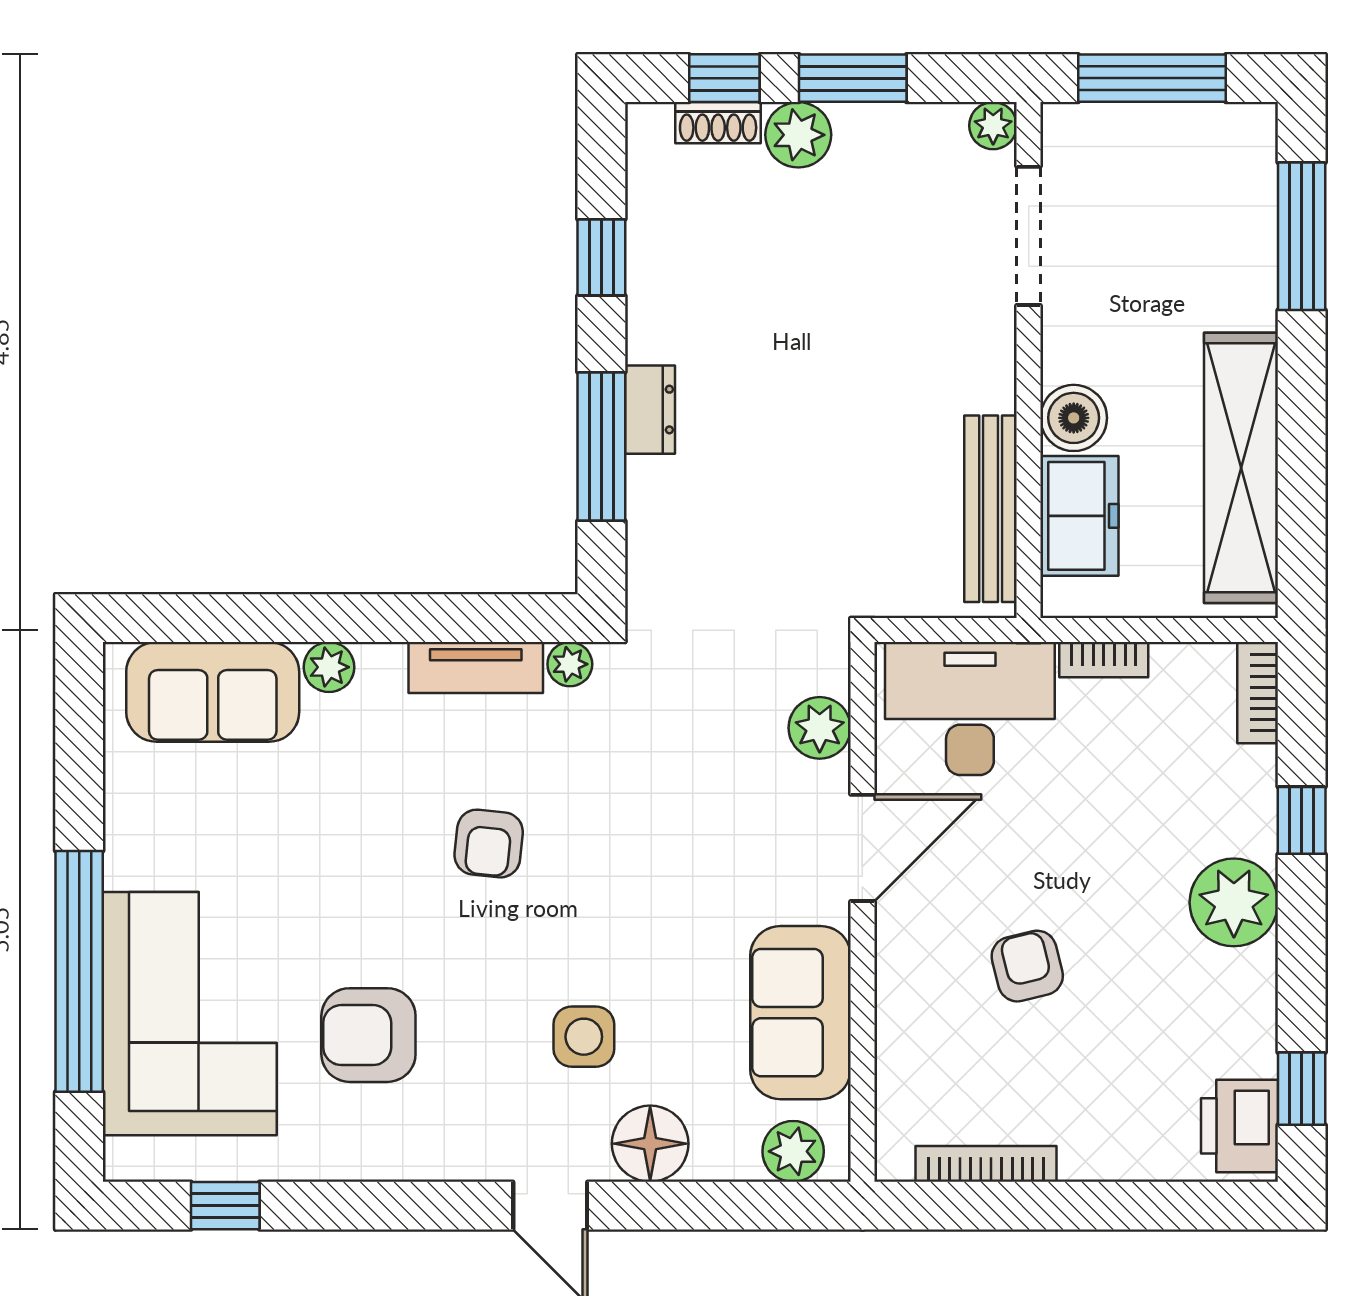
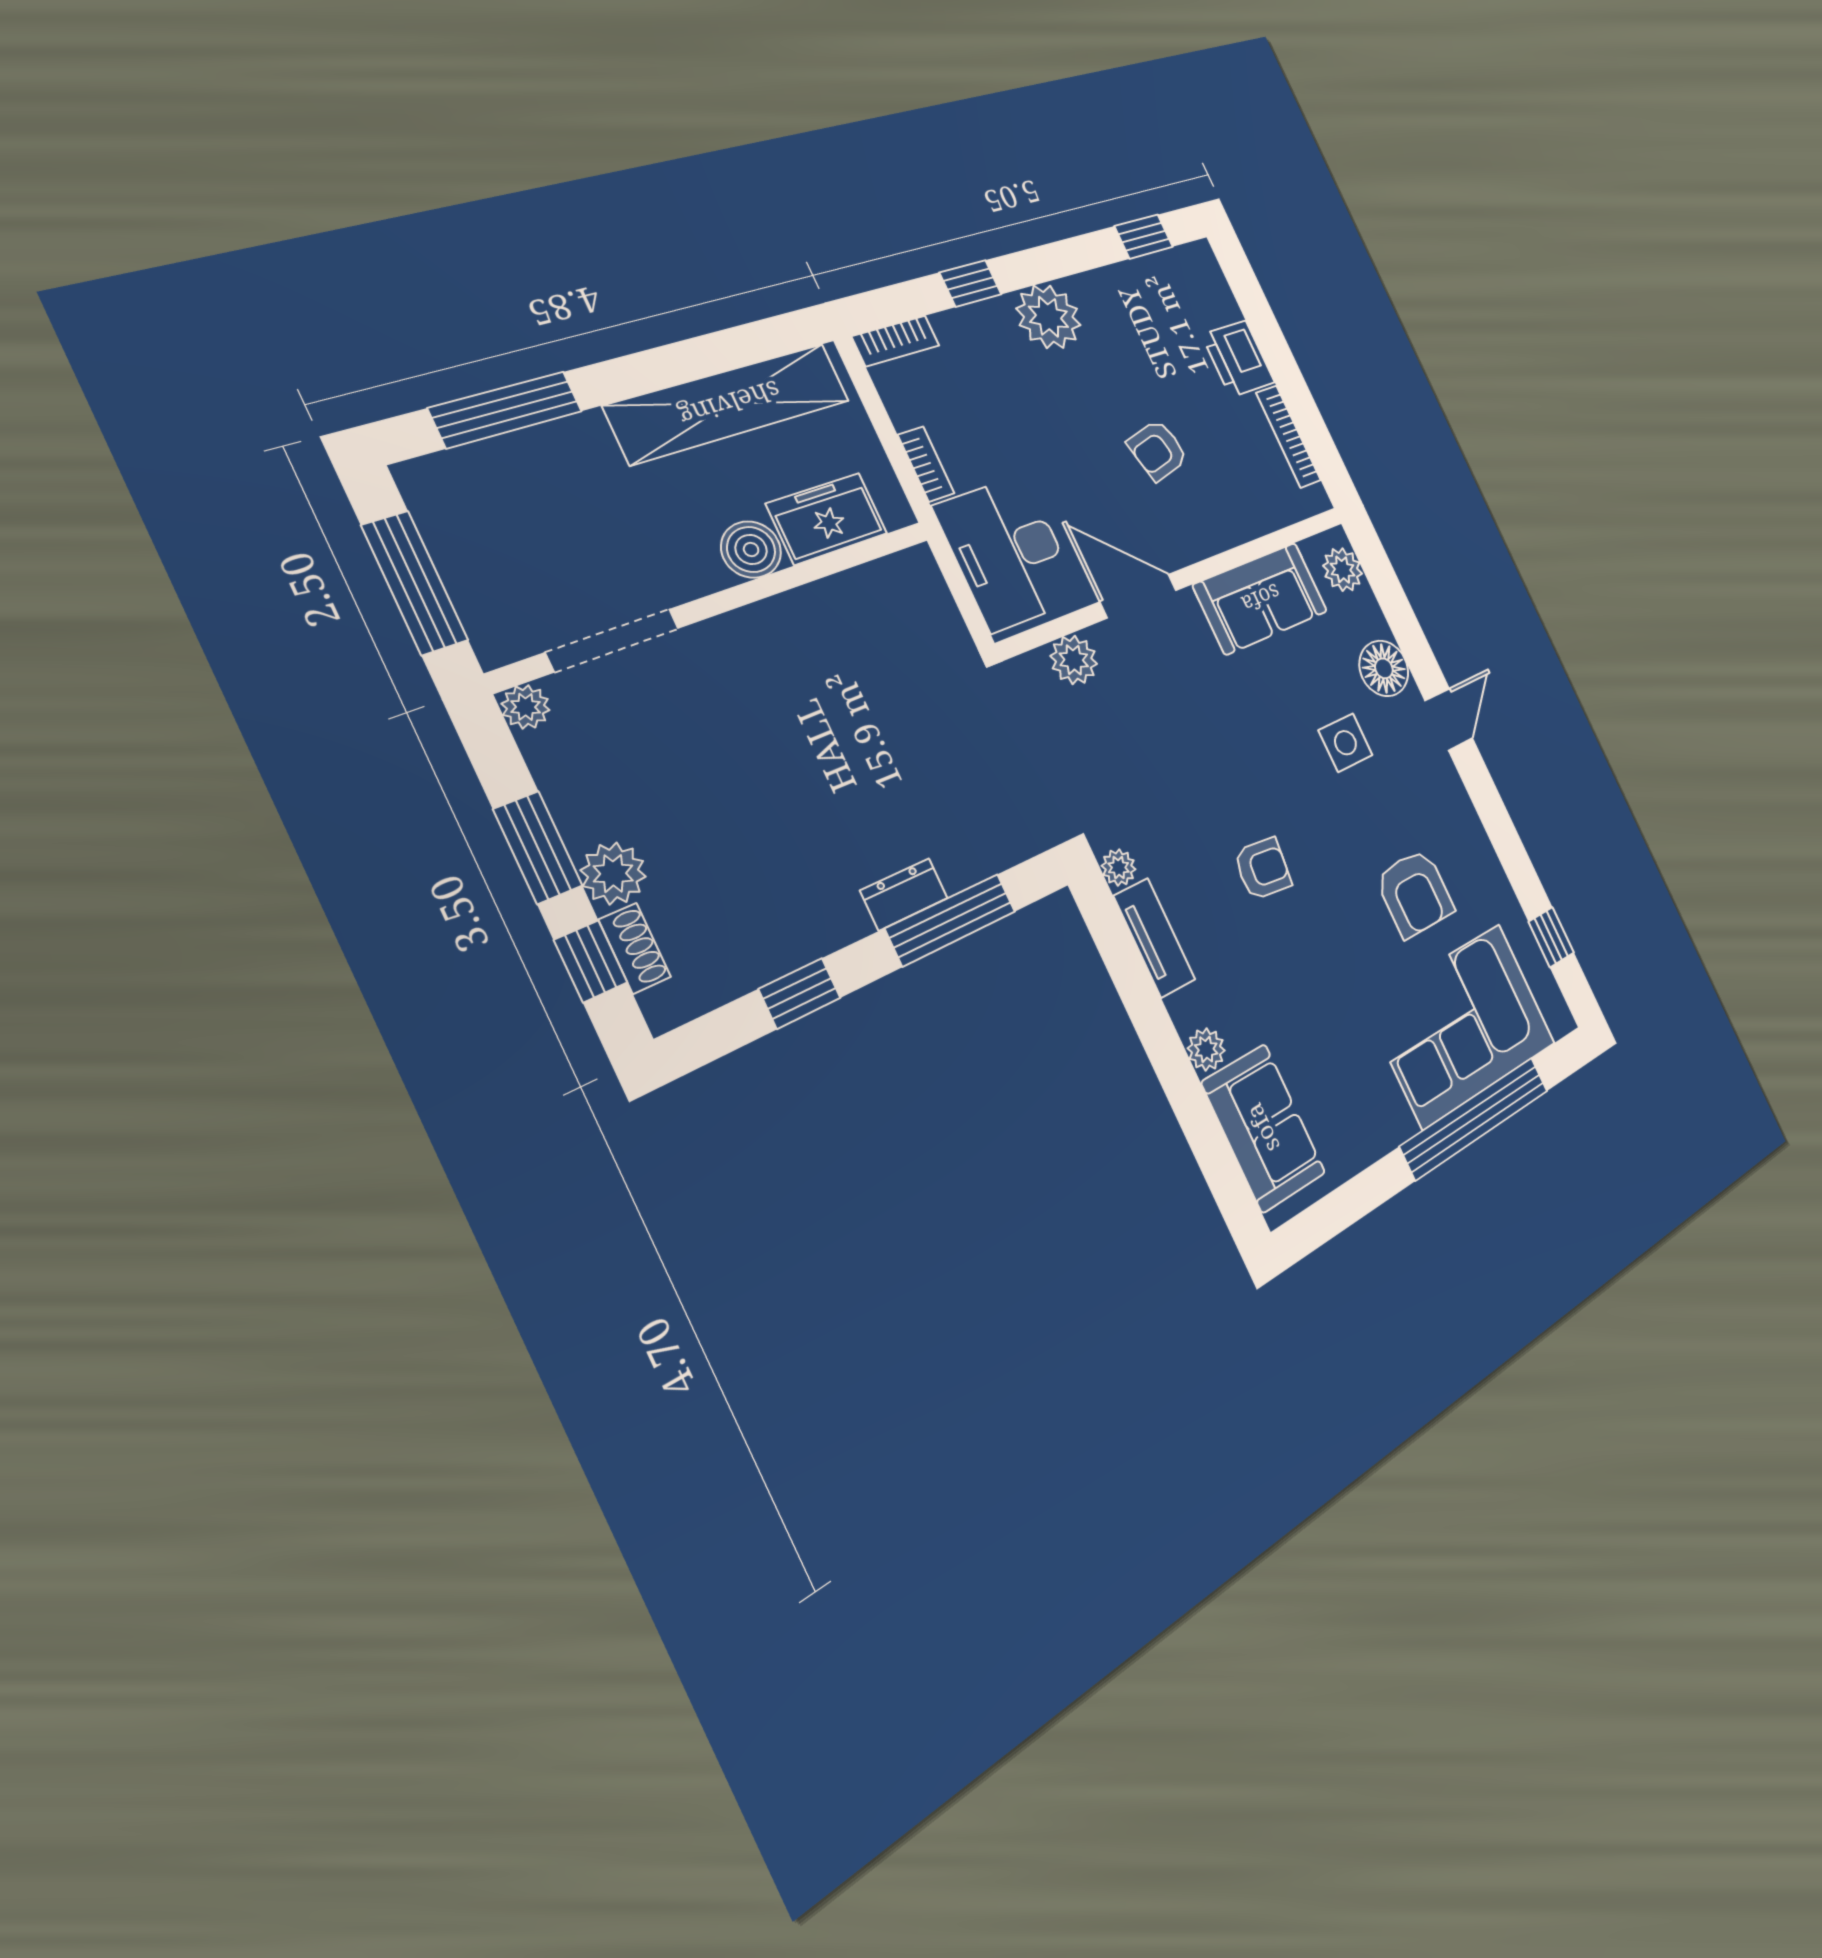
bench: (991, 509) -> (854, 590), removed
printer: (1239, 1126) -> (1238, 359), moved, turned 90

